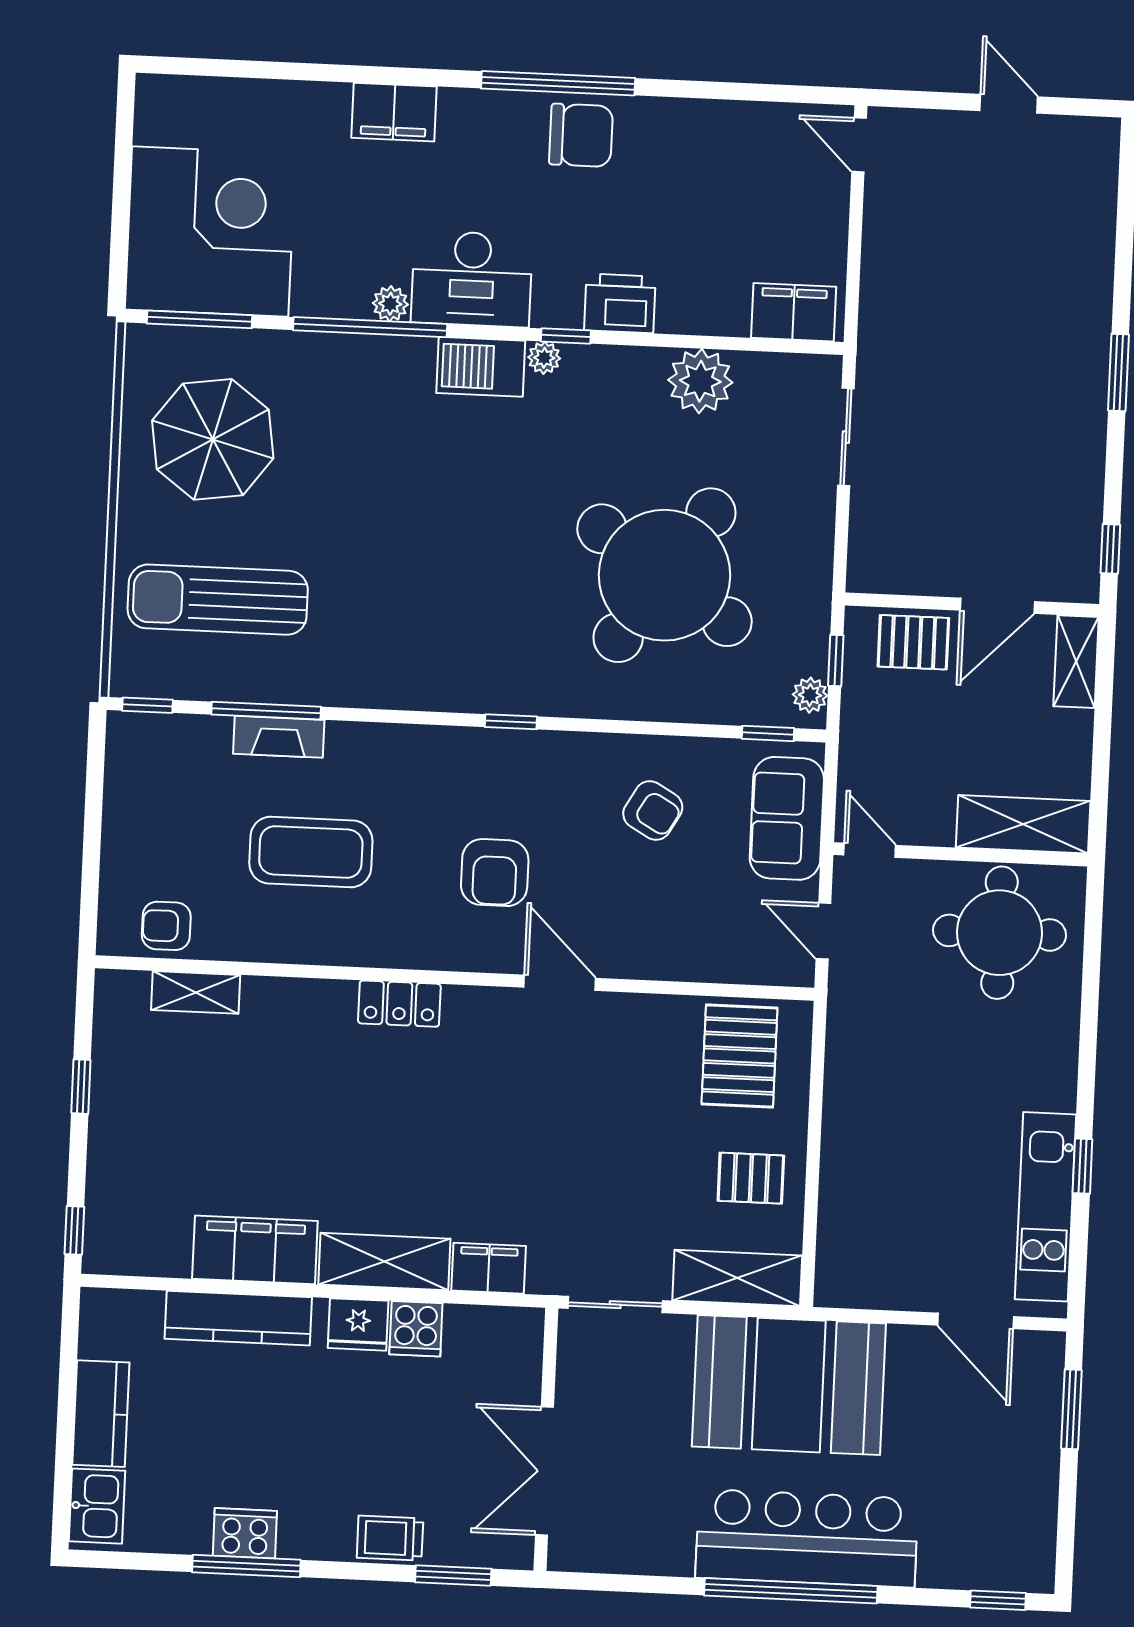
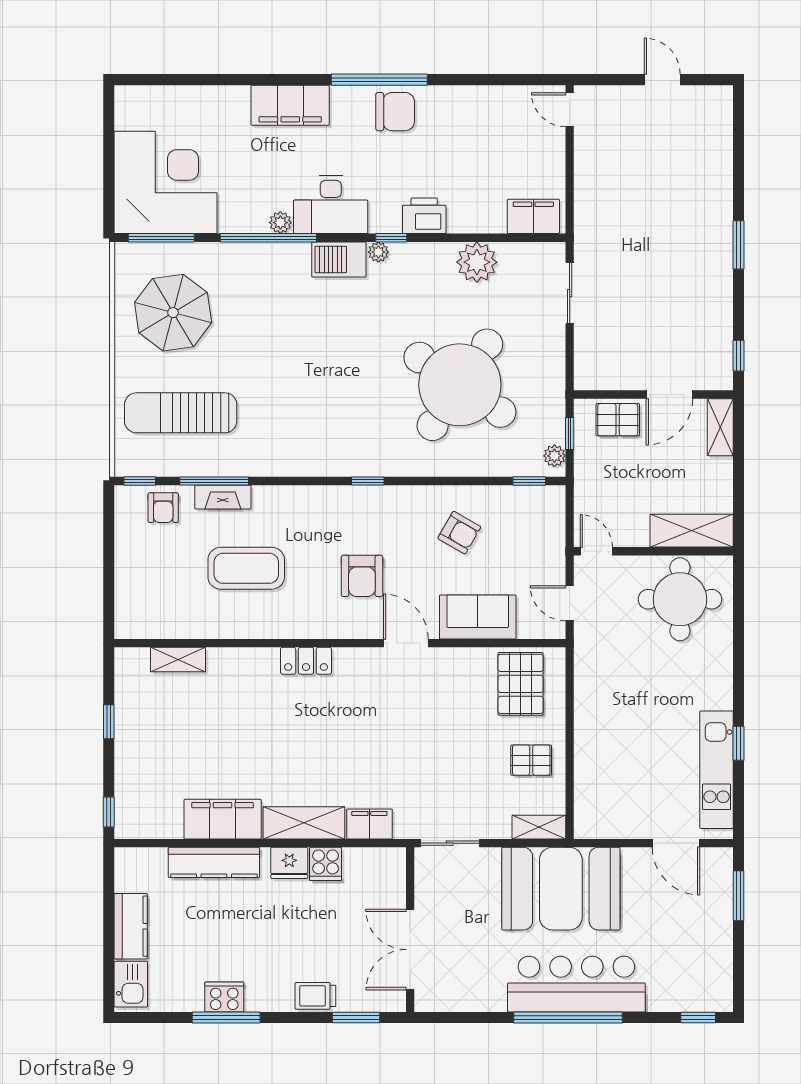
filing cabinet: (394, 112) -> (290, 105), width x1.50, depth x1.17
sofa: (787, 818) -> (478, 617), moved, turned 90
armchair: (166, 926) -> (163, 508), moved, turned -90
shelving: (737, 1278) -> (539, 827), width x0.67, depth x0.75

